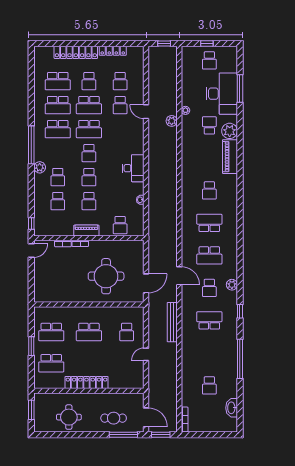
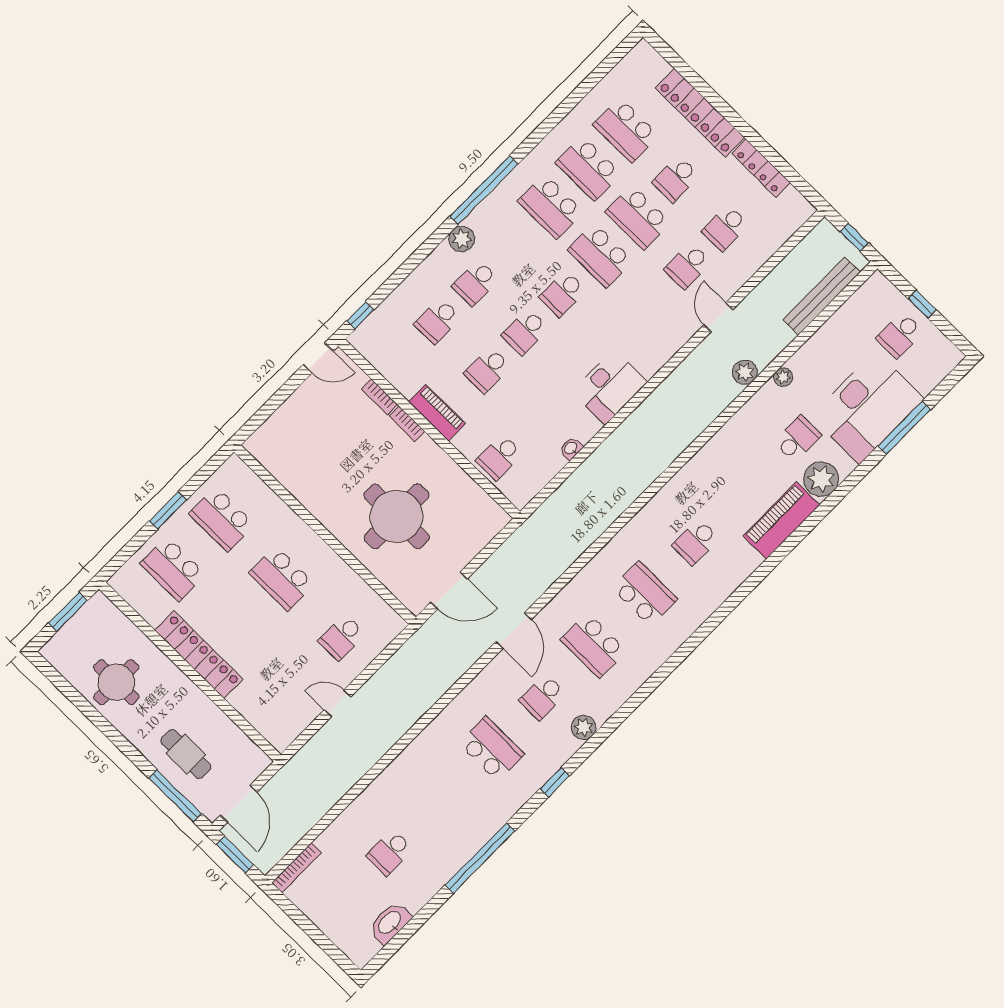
bench: (172, 322) -> (822, 296), moved

